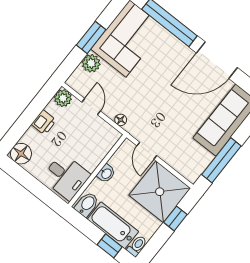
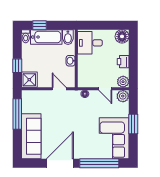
plant: (91, 63) -> (123, 96), moved
shower: (160, 192) -> (29, 80), width x0.54, depth x0.54

